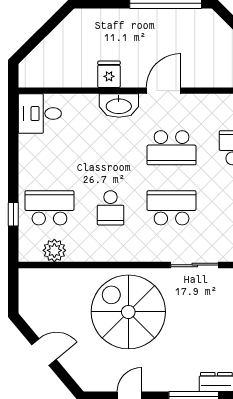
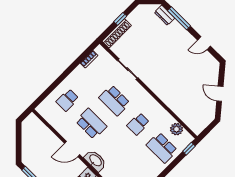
school desk: (110, 208) -> (138, 124), turned 180
window: (13, 214) -> (189, 149), moved
spiral stairs: (128, 312) -> (172, 77), removed

